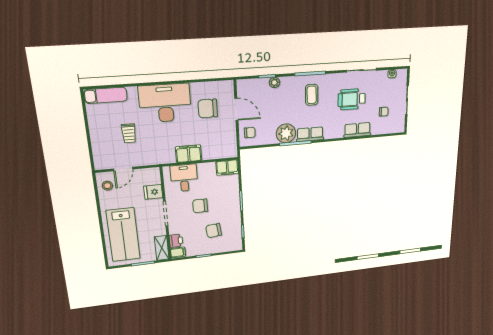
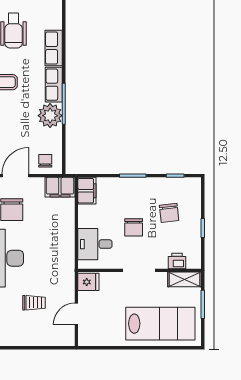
row of seats: (357, 130) -> (54, 48), moved
filing cabinet: (189, 154) -> (60, 187), moved, turned -90
door: (123, 169) -> (76, 314), swing flipped
stool: (107, 186) -> (95, 334), removed
fridge: (153, 192) -> (88, 282), moved, turned -90
filing cabinet: (178, 252) -> (193, 260), removed

